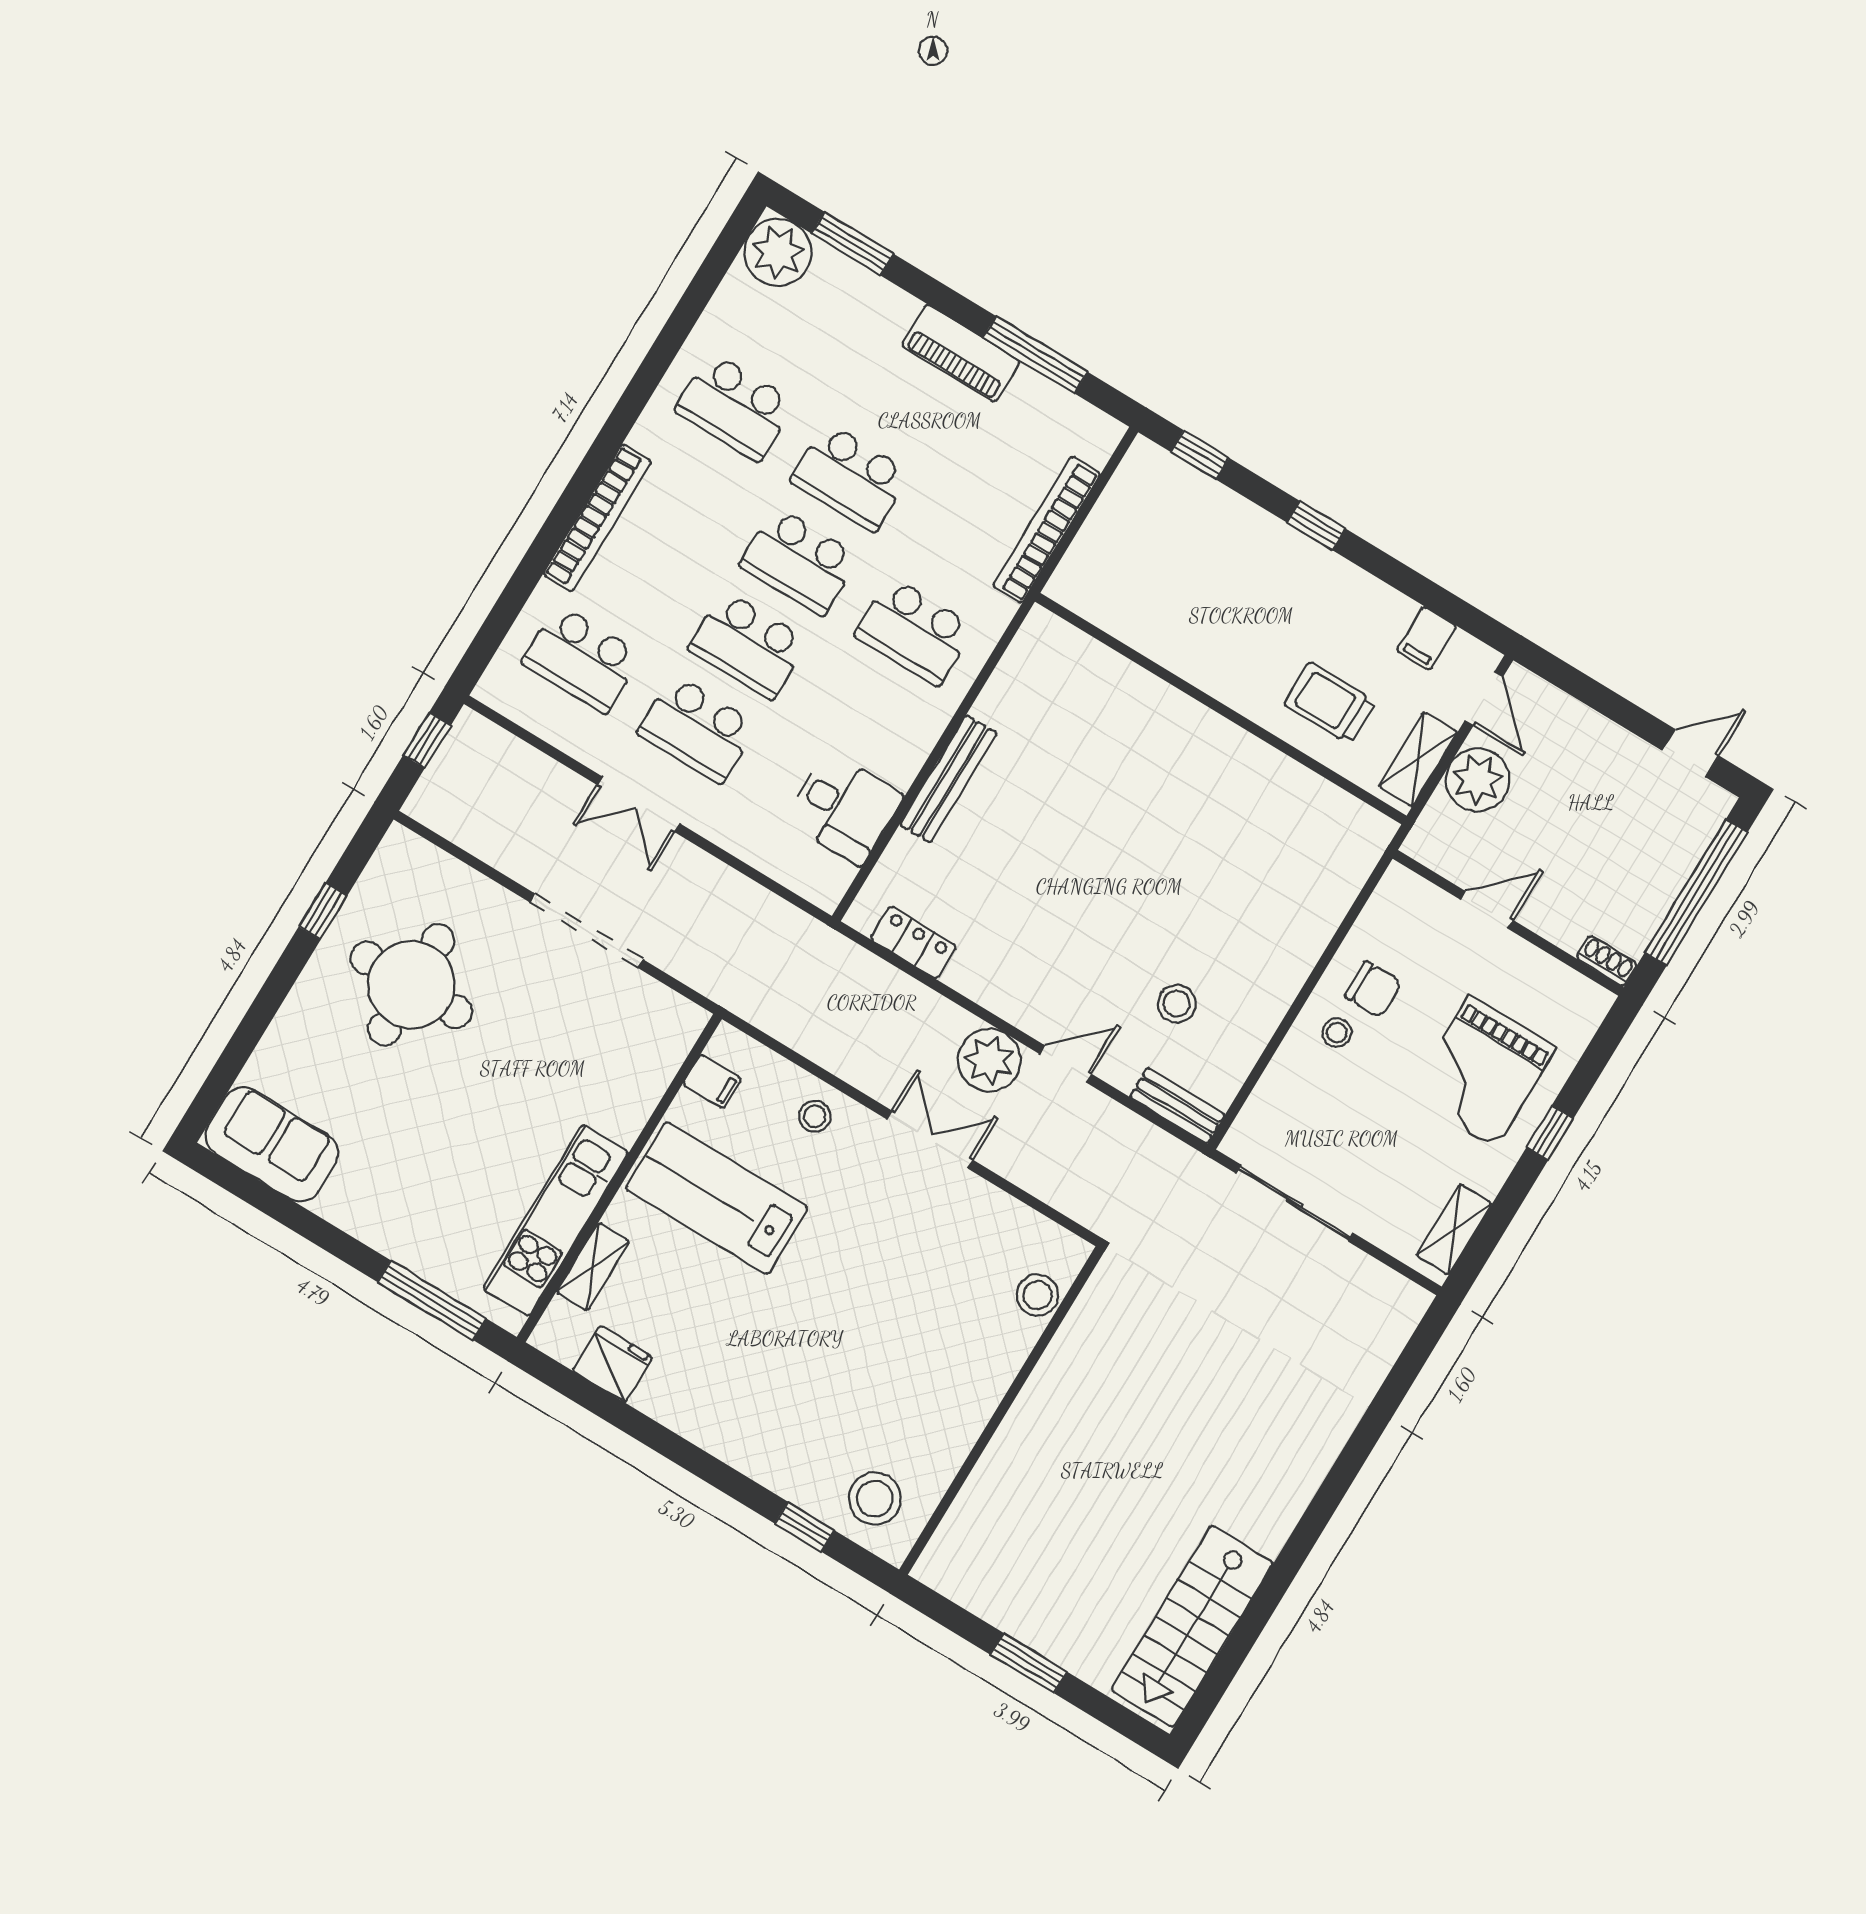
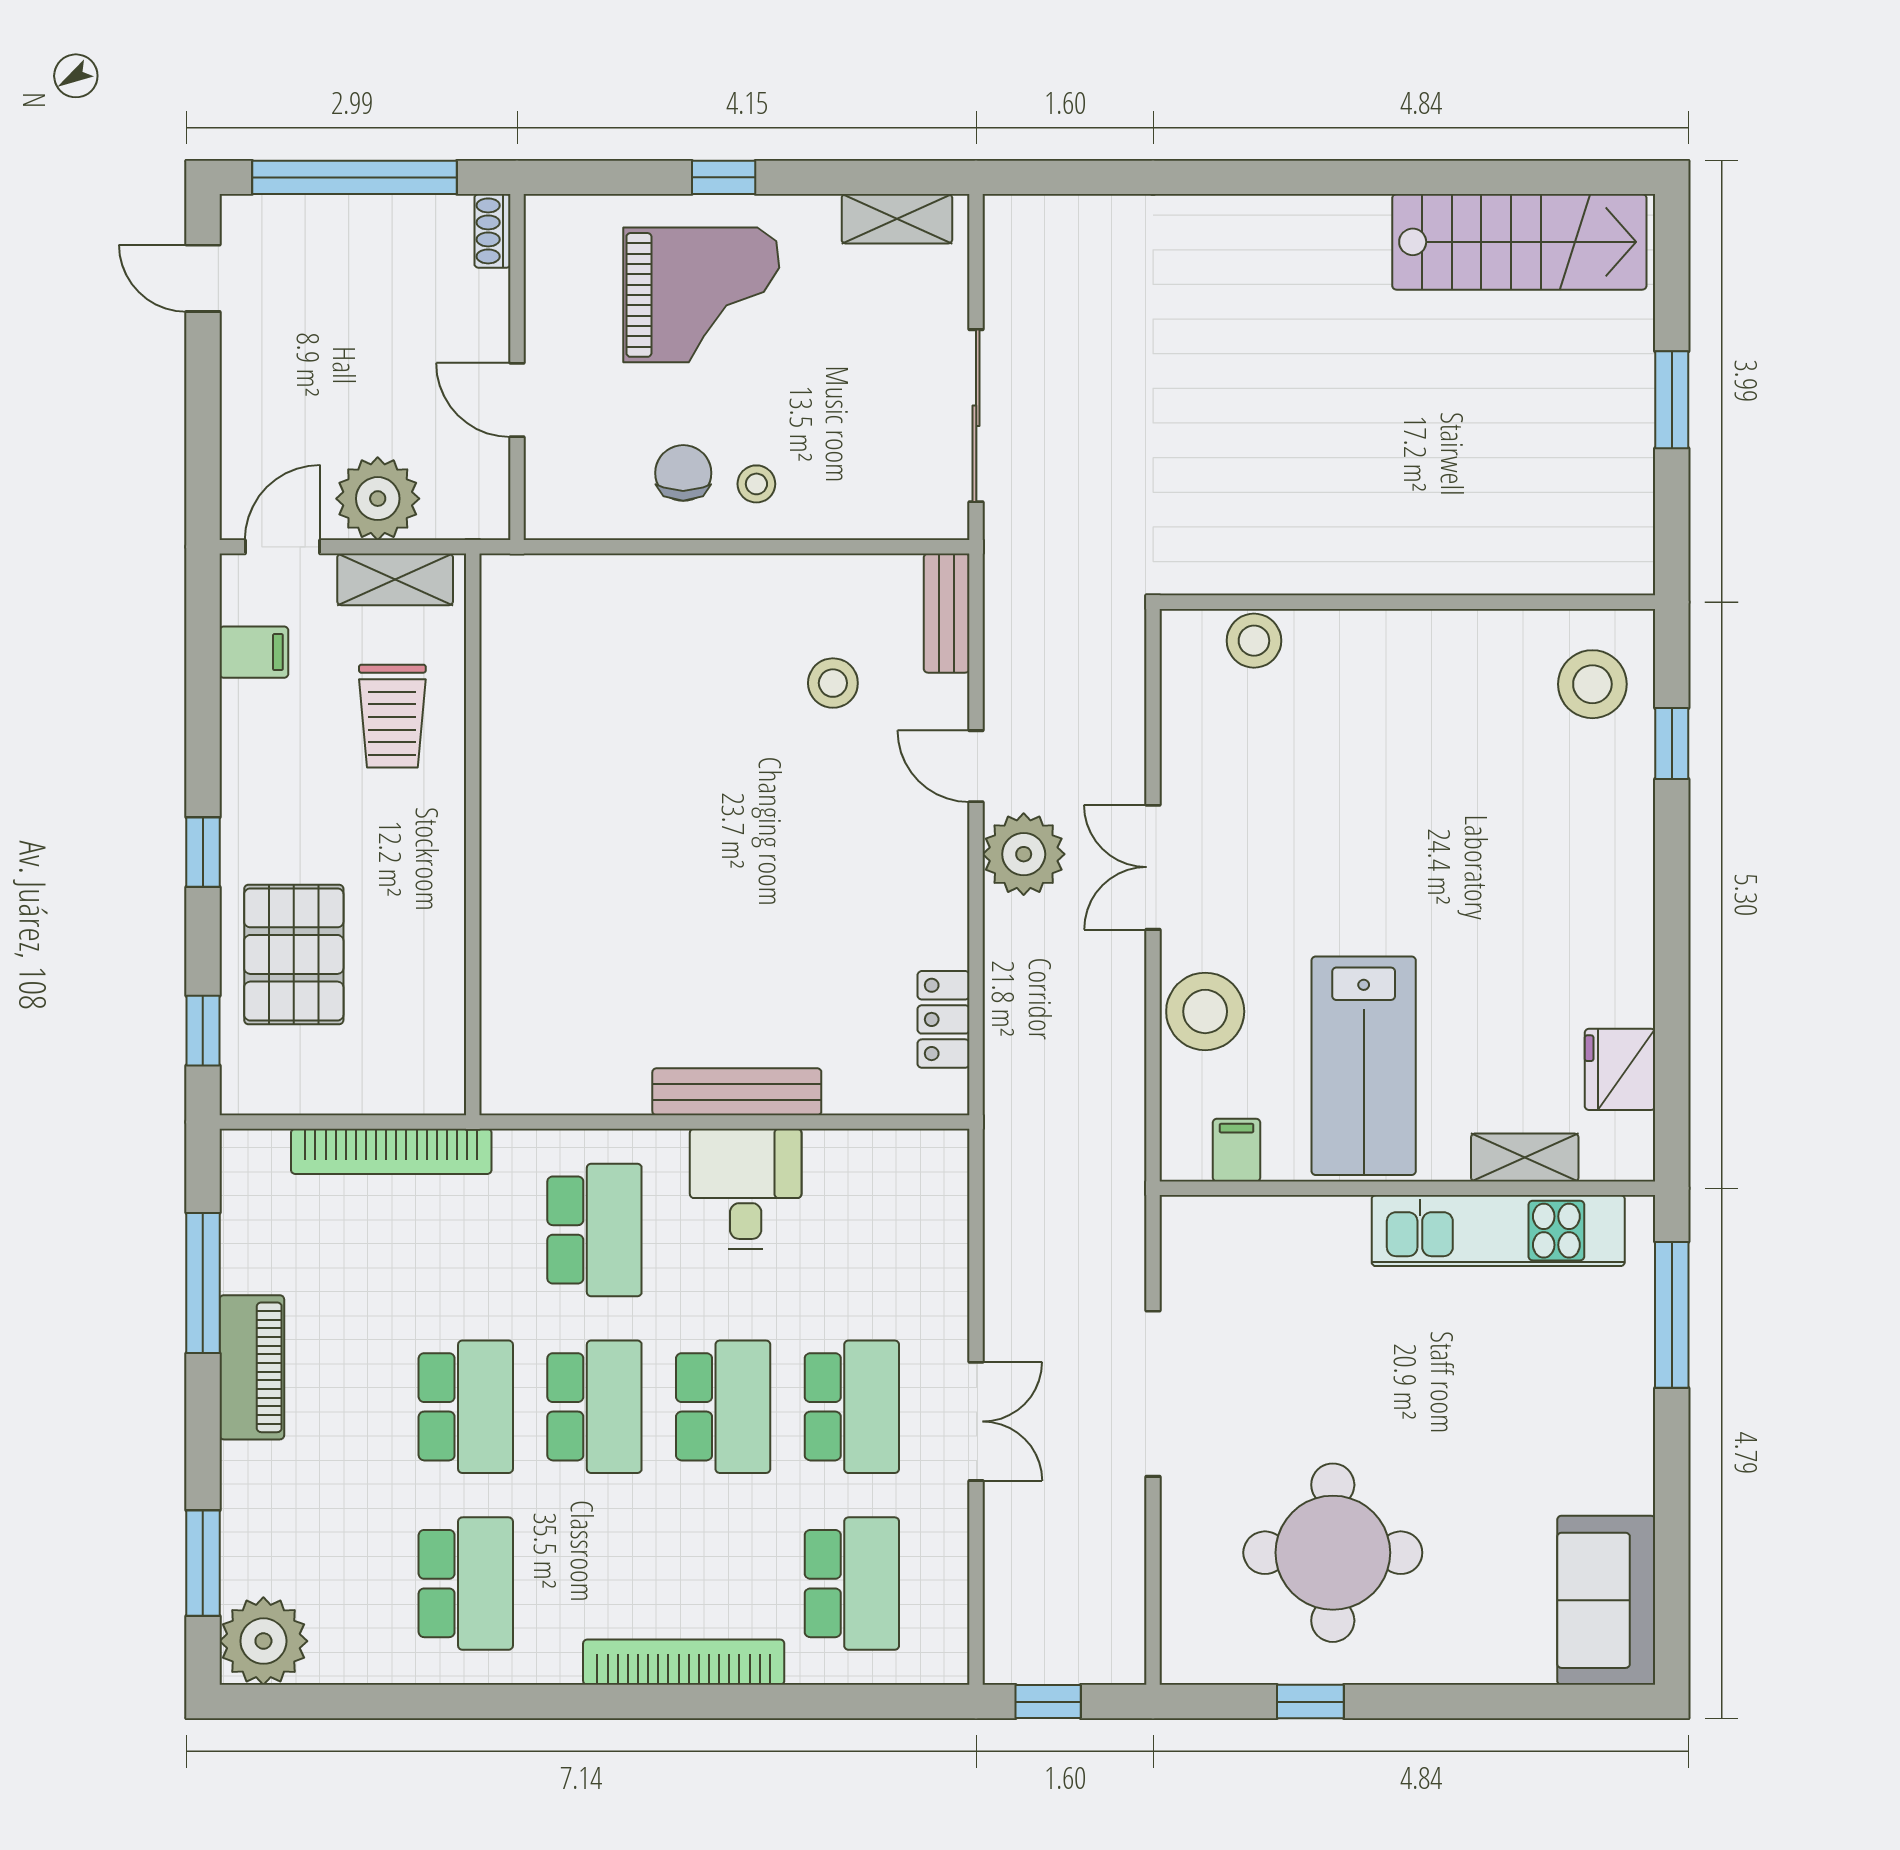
pallet: (1214, 544) -> (294, 954), added
desk: (844, 808) -> (746, 1189), moved
stool: (815, 1116) -> (1205, 1011), width x1.89, depth x1.89

